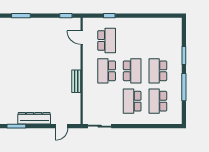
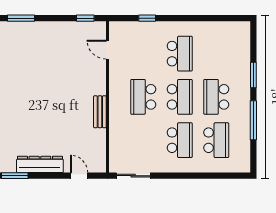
school desk: (107, 40) -> (180, 54), moved
school desk: (132, 101) -> (180, 140), turned 180
school desk: (158, 101) -> (216, 140), turned 180
door: (62, 126) -> (79, 176), swing flipped

